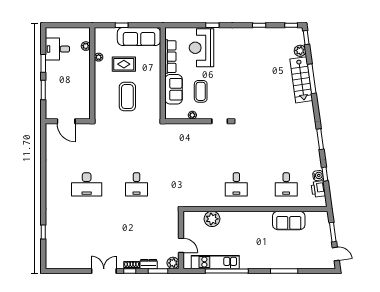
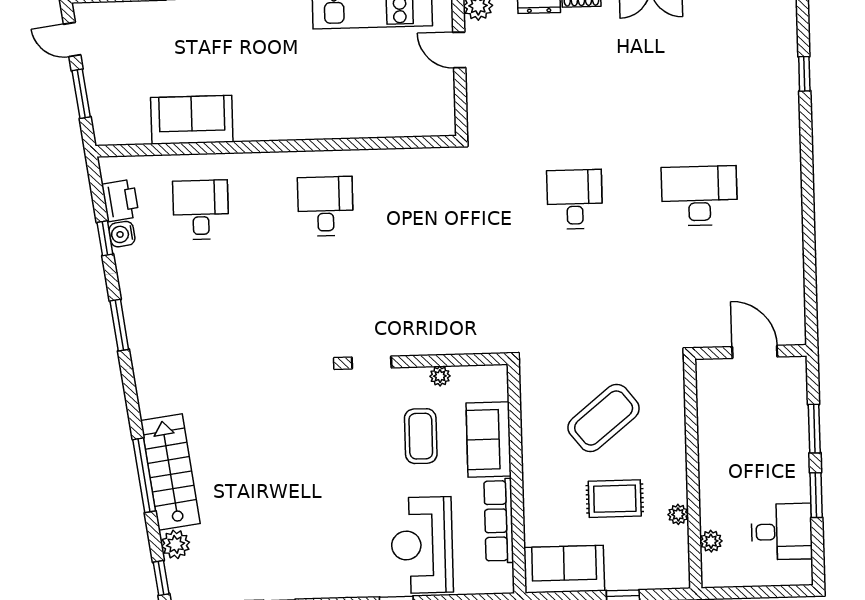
sofa: (139, 37) -> (564, 569), width x0.73
reception desk: (201, 48) -> (422, 545), turned 180
coffee table: (127, 97) -> (604, 418), turned 51
plant: (212, 219) -> (384, 118), removed

